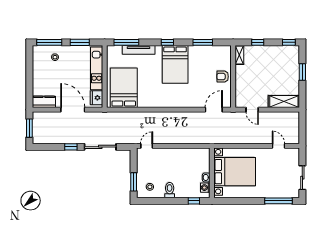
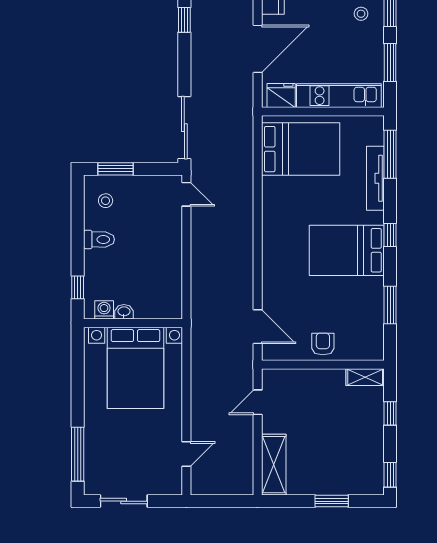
window: (71, 147) -> (184, 20), moved
sliding door: (100, 147) -> (184, 128), moved

